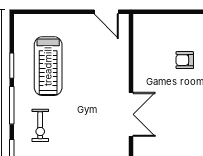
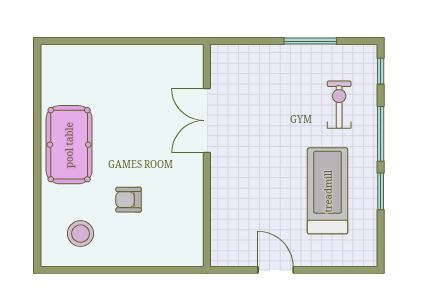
door: (106, 12) -> (276, 270), moved
armchair: (185, 60) -> (129, 200), turned 180

